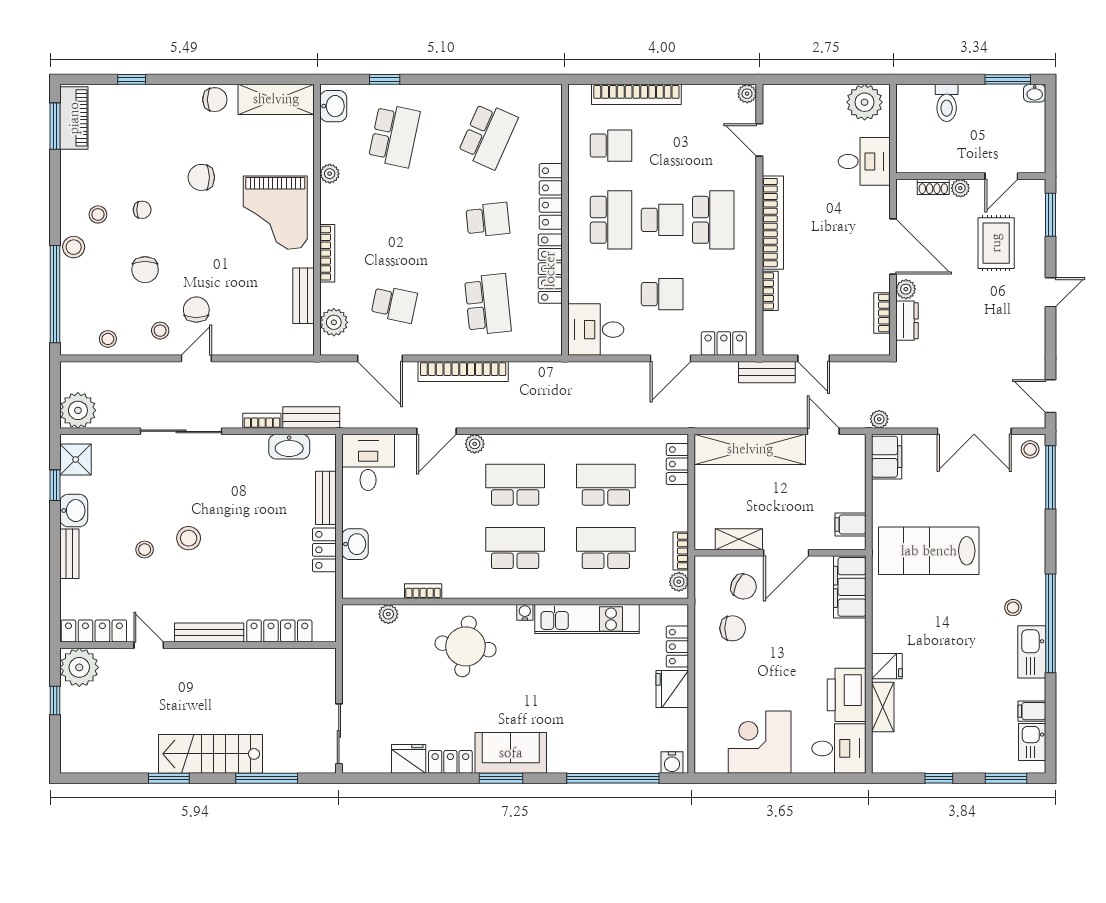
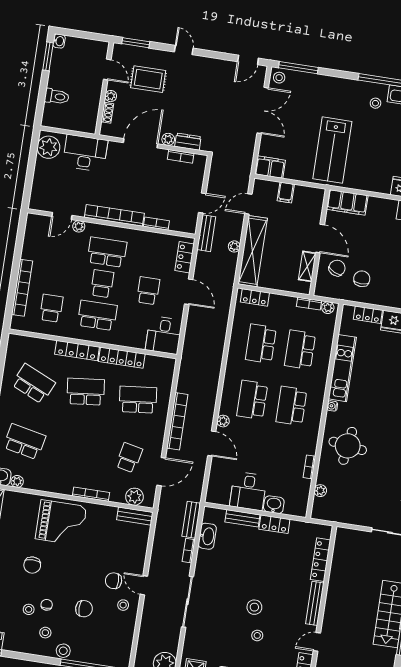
plant: (747, 94) -> (79, 226), moved
desk: (864, 161) -> (85, 153), width x1.37
plant: (330, 174) -> (17, 481), moved
school desk: (488, 220) -> (86, 392), width x1.85
bench: (303, 296) -> (135, 516), moved
stool: (108, 339) -> (29, 609), moved
plant: (879, 419) -> (234, 246), moved
desk: (368, 462) -> (248, 491), moved, turned -90
filing cabinet: (850, 525) -> (286, 192), moved

